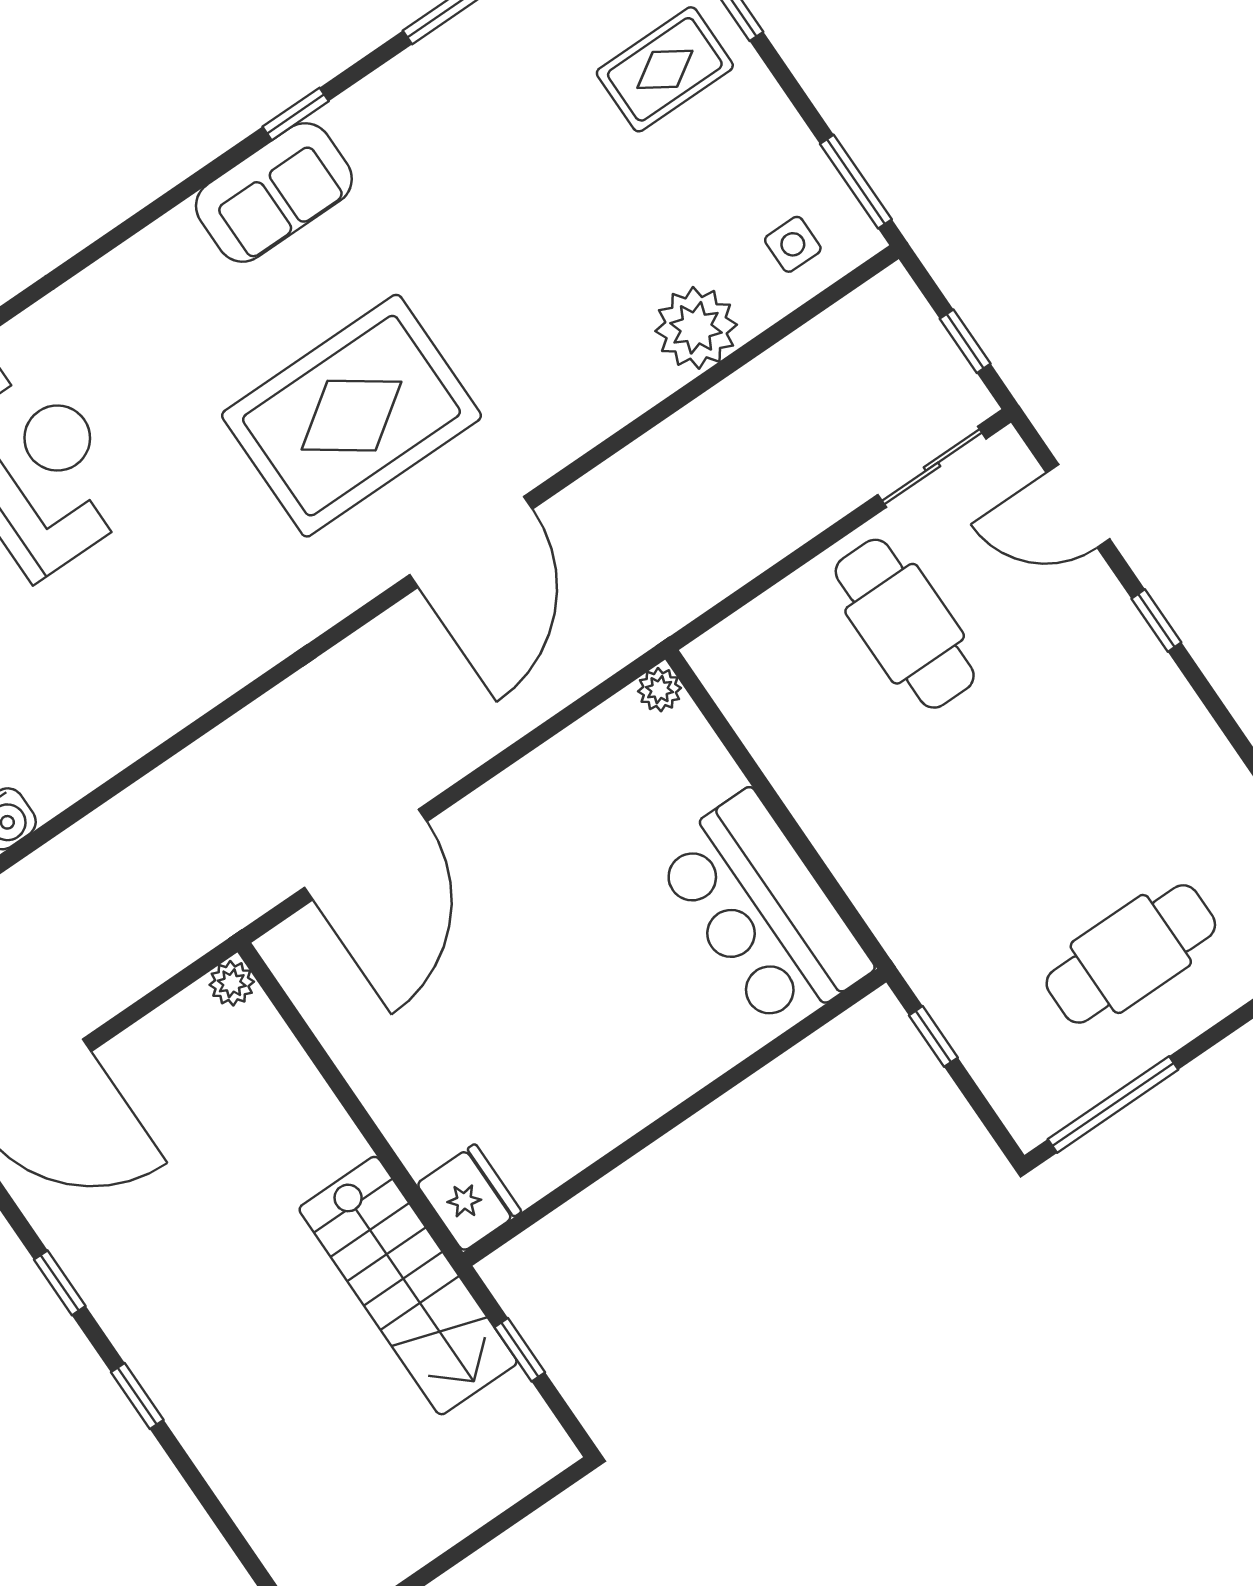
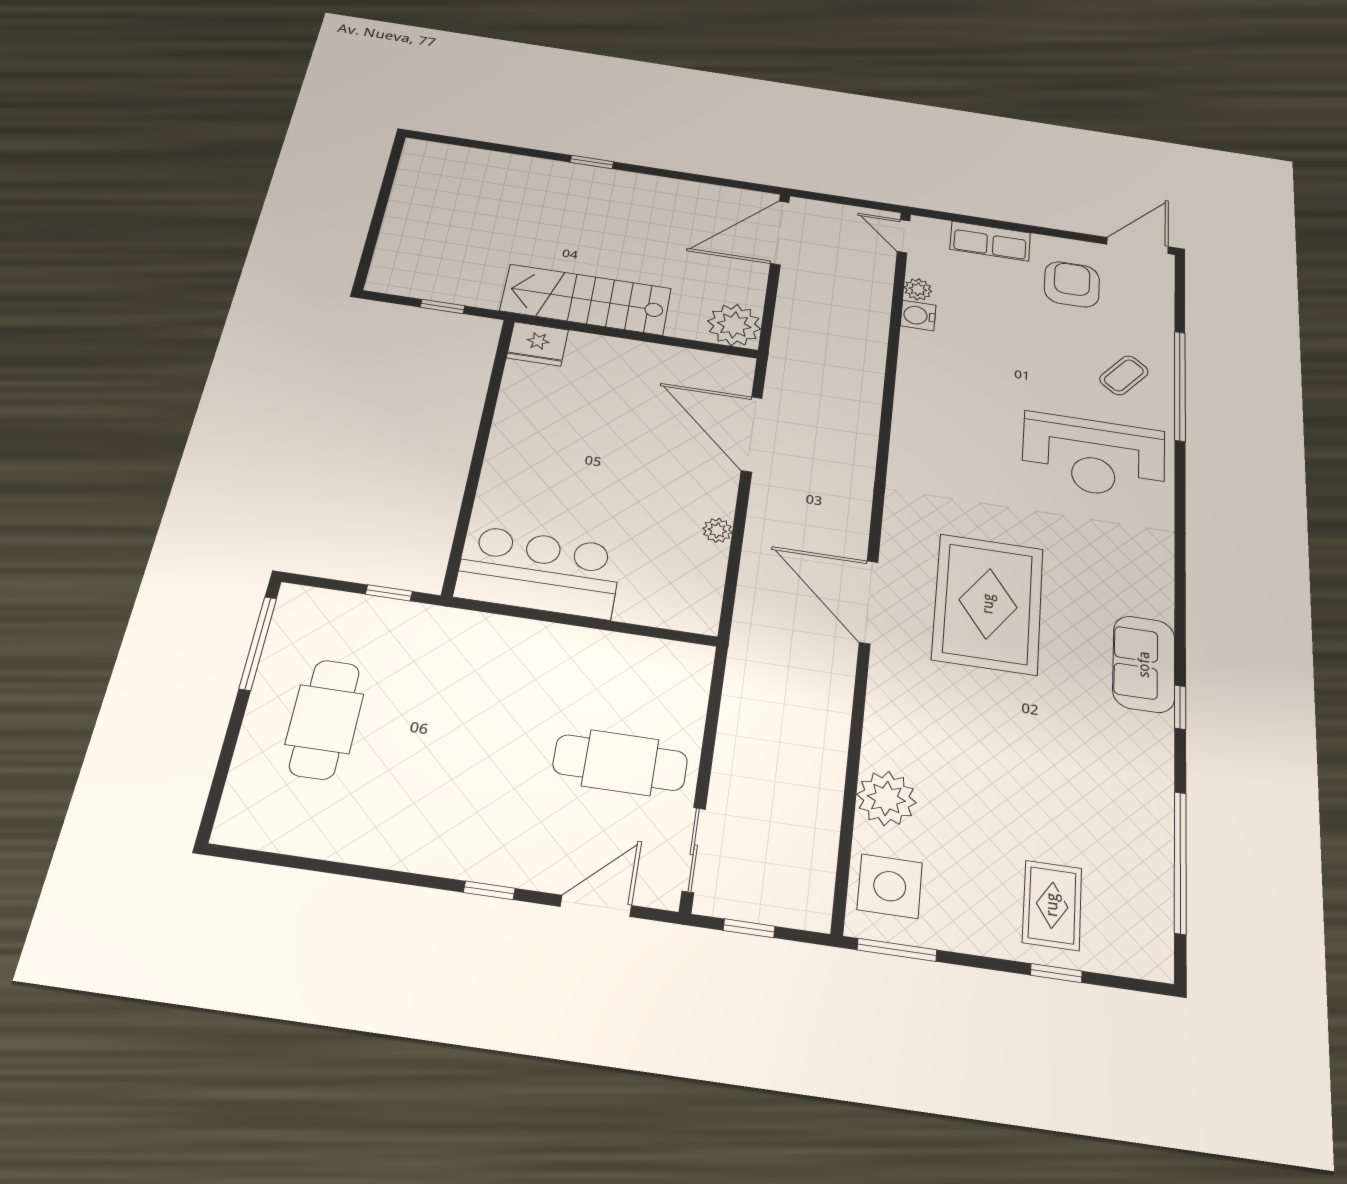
side table: (793, 244) -> (890, 886), width x1.87, depth x1.87
plant: (660, 690) -> (717, 530), moved
plant: (232, 983) -> (734, 325), width x1.88, depth x1.88
window: (60, 1283) -> (675, 175), removed
stairs: (408, 1286) -> (586, 300), moved

